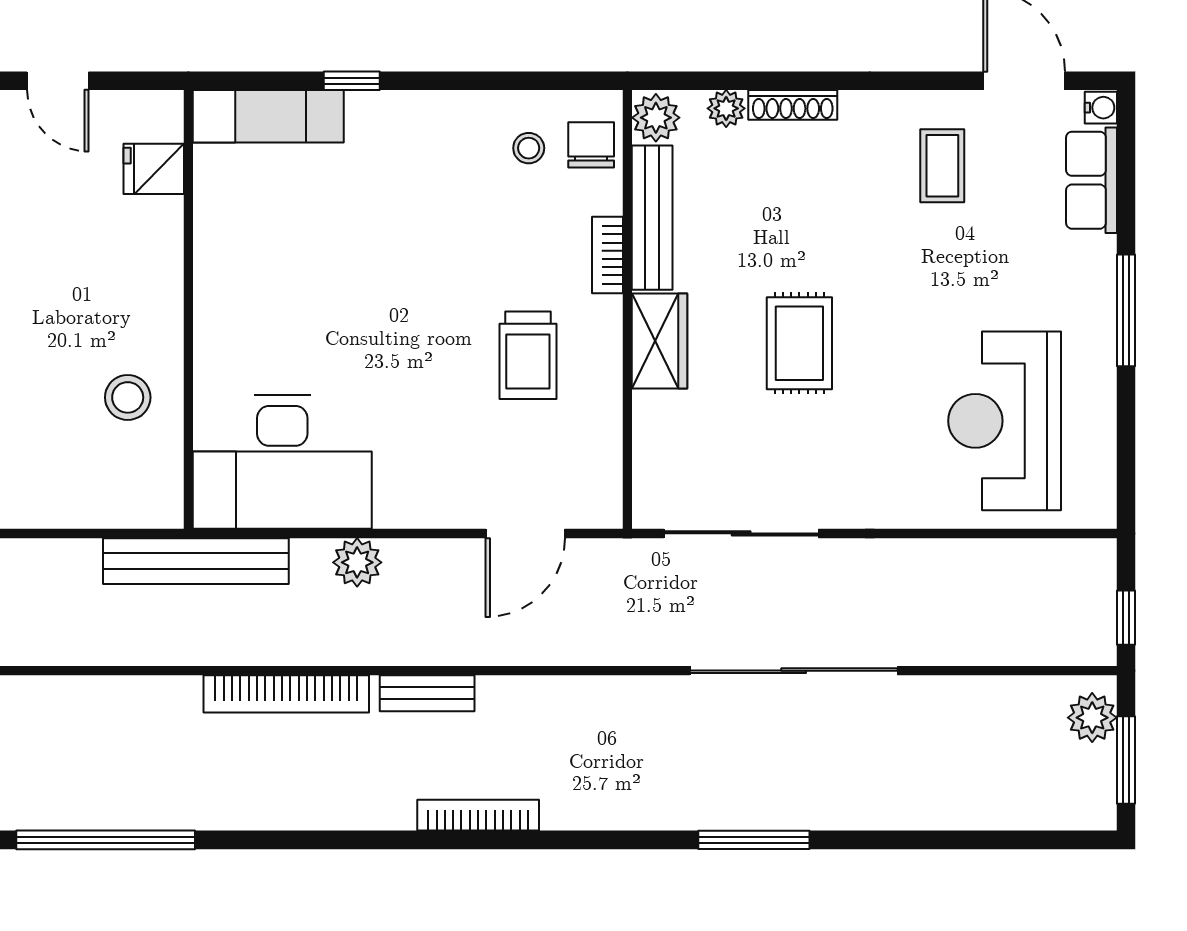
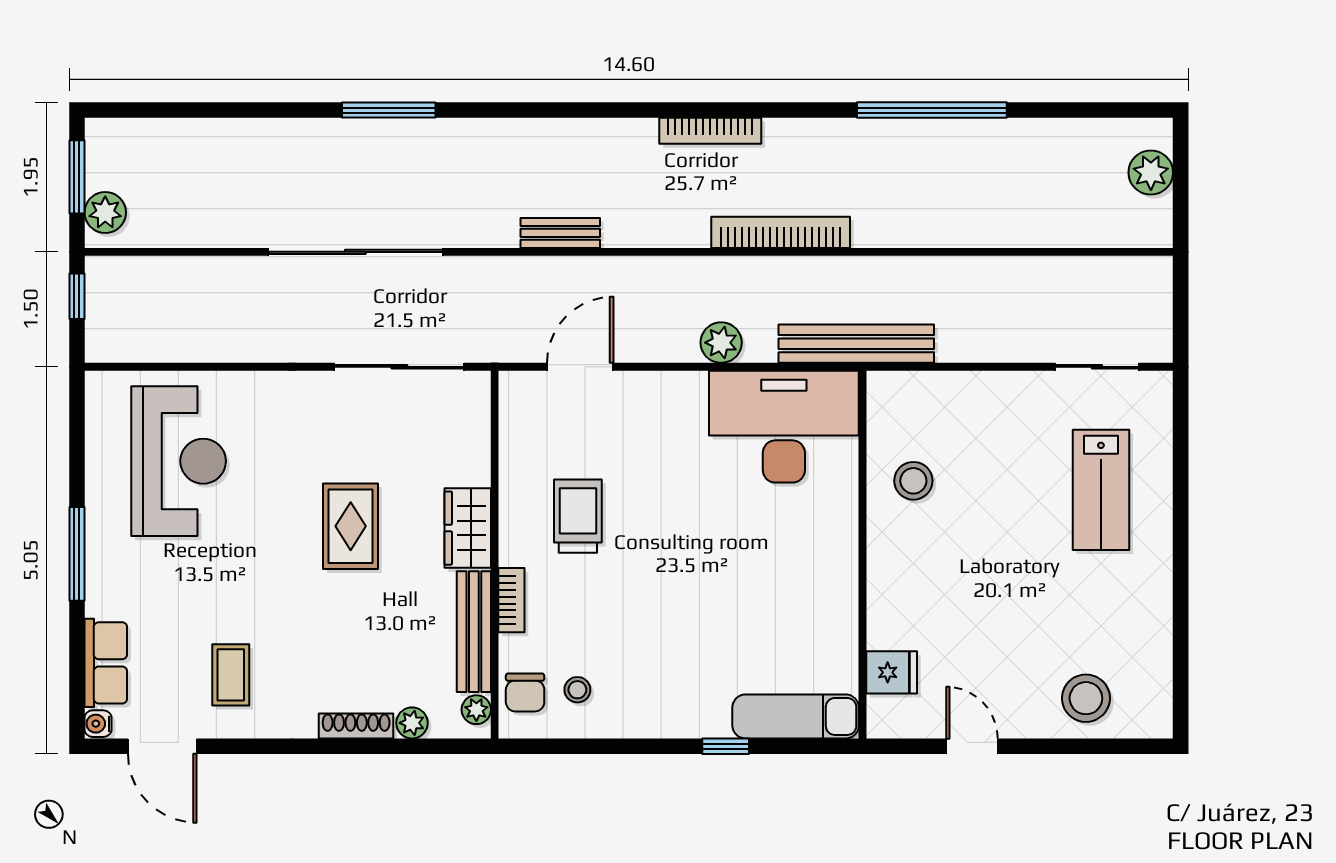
plant: (656, 118) -> (476, 710), width x0.73, depth x0.73
bench: (427, 693) -> (560, 233), moved
bookcase: (478, 815) -> (710, 131), moved

